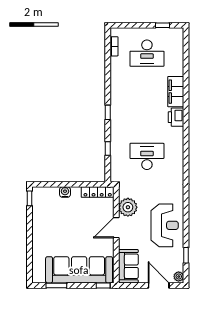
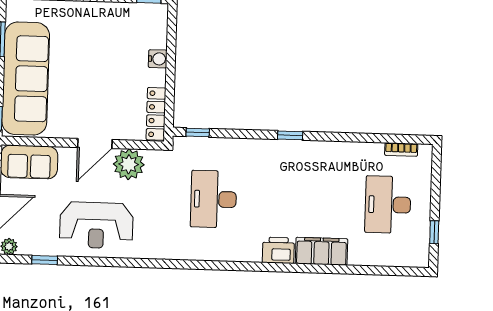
window: (108, 148) -> (198, 132), moved
desk: (147, 156) -> (214, 199), turned 180
door: (116, 228) -> (95, 144), swing flipped

